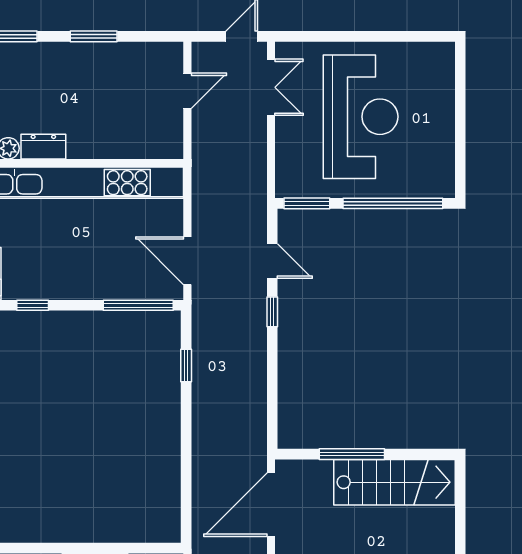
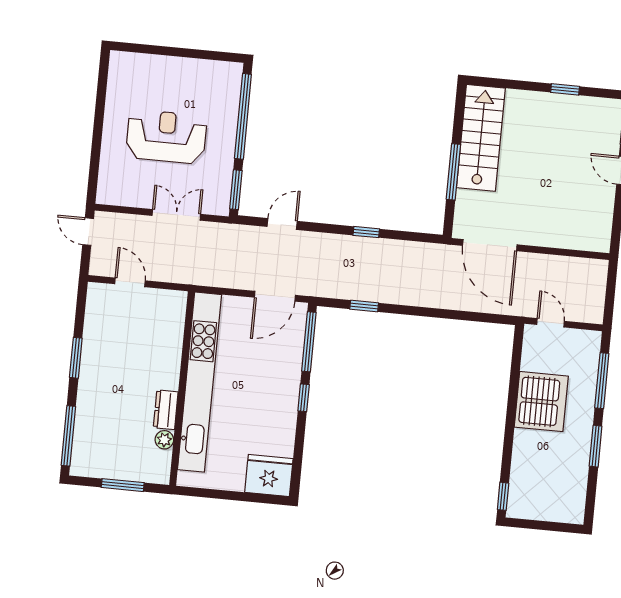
double door: (271, 87) -> (176, 215), moved
reception desk: (361, 117) -> (166, 137), width x0.74, depth x0.77
window: (33, 305) -> (304, 398), moved
window: (272, 312) -> (366, 232), moved

